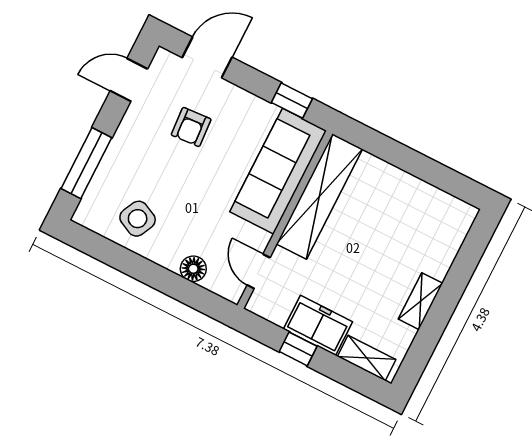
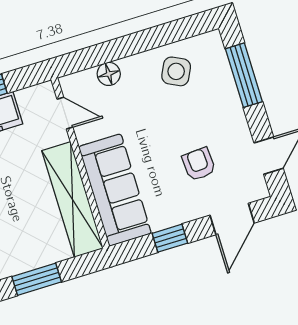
window: (292, 101) -> (170, 238), moved
window: (410, 161) -> (37, 279), added

